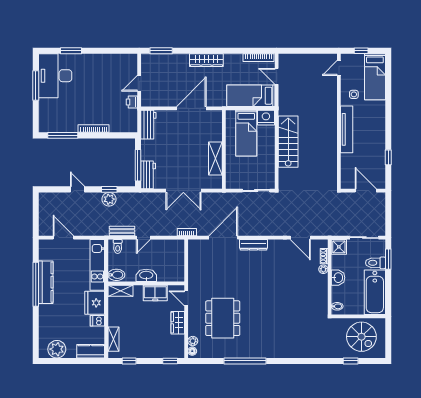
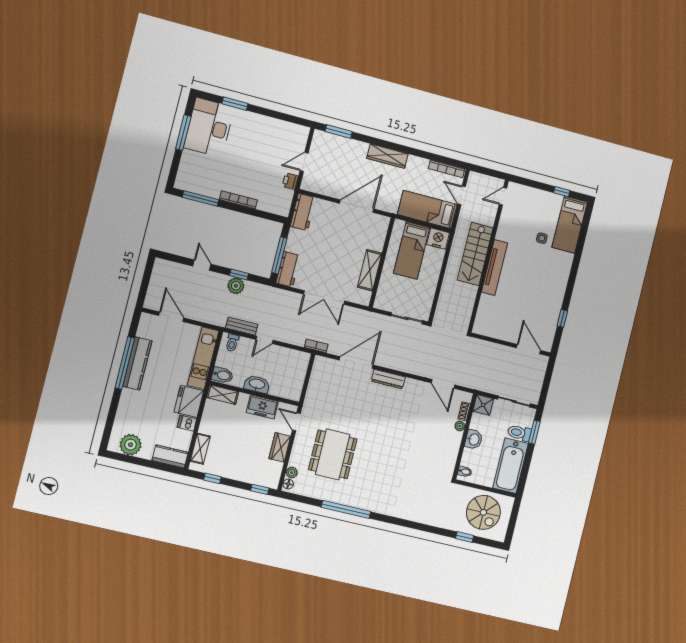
door: (339, 68) -> (503, 196), moved
wall: (339, 121) -> (488, 256), moved
tv unit: (347, 129) -> (495, 268), moved
stairs: (288, 142) -> (475, 254), moved, turned 180

